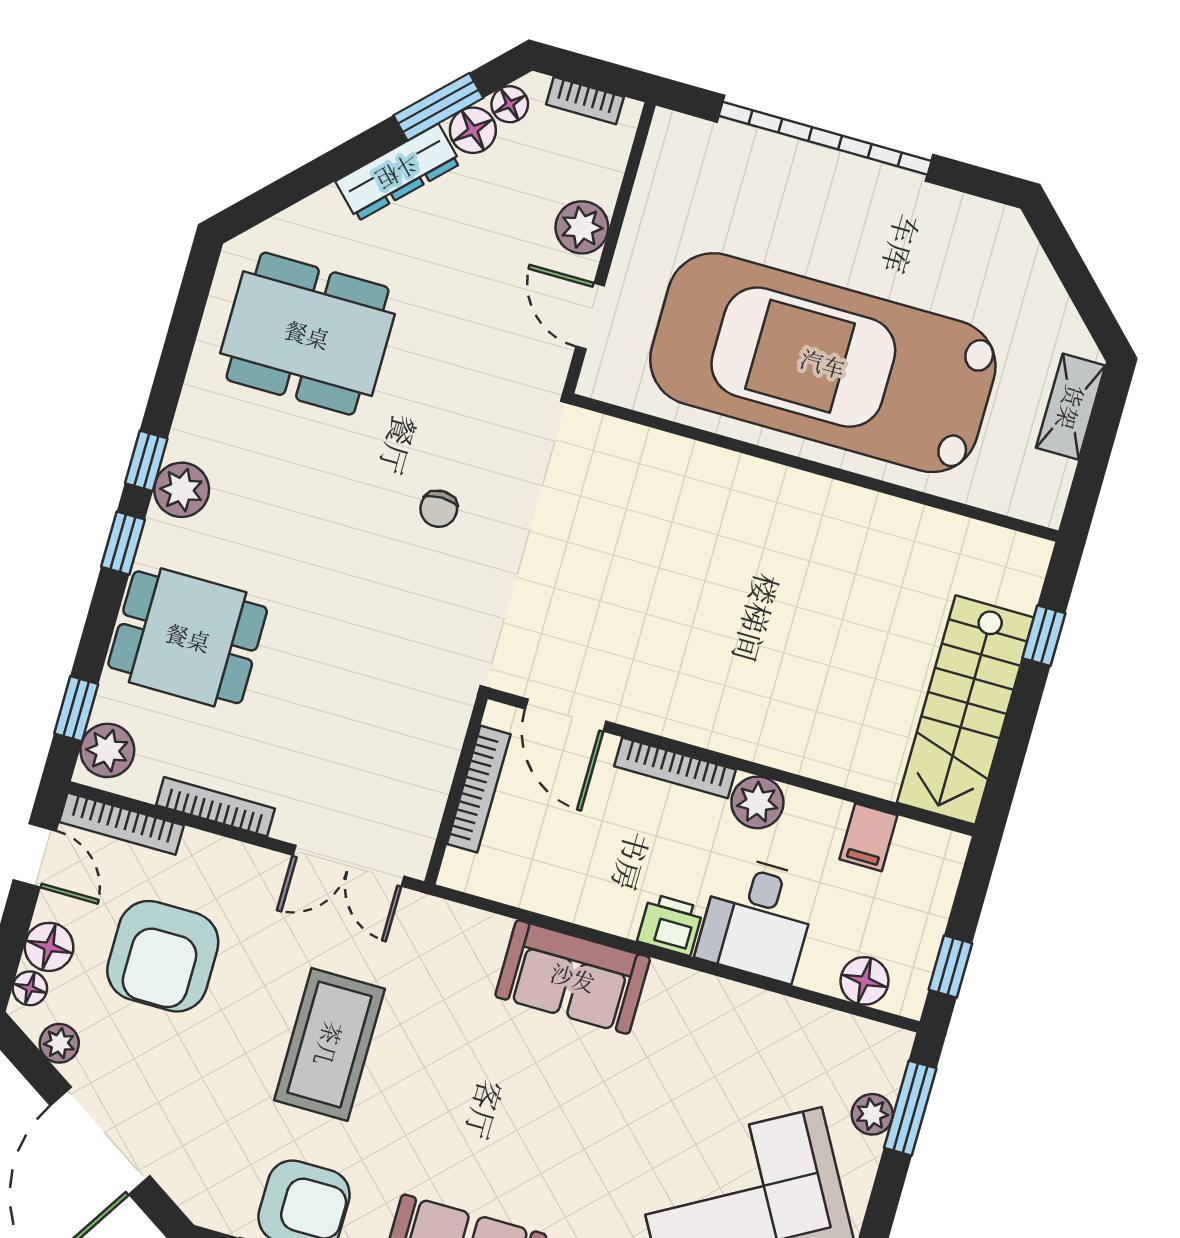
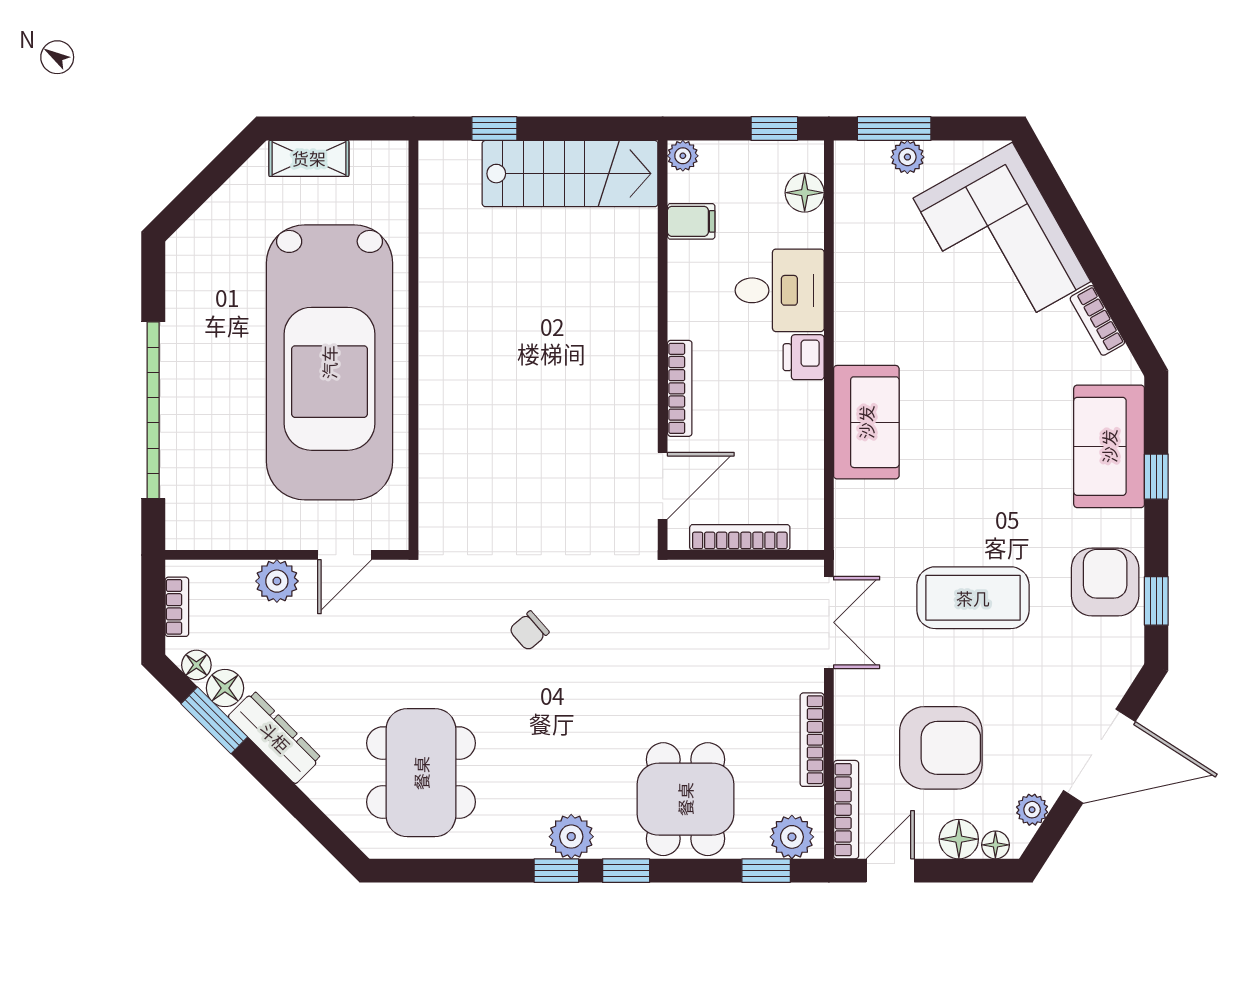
chair: (439, 509) -> (529, 631), turned 139
plant: (757, 802) -> (683, 156), moved, width x0.73, depth x0.73

